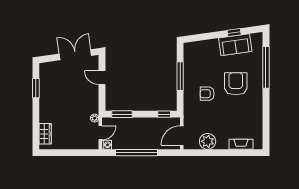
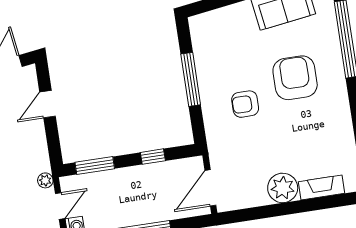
door: (102, 78) -> (48, 104), hinge flipped
window: (164, 114) -> (153, 157), moved
plant: (208, 141) -> (283, 188), moved

